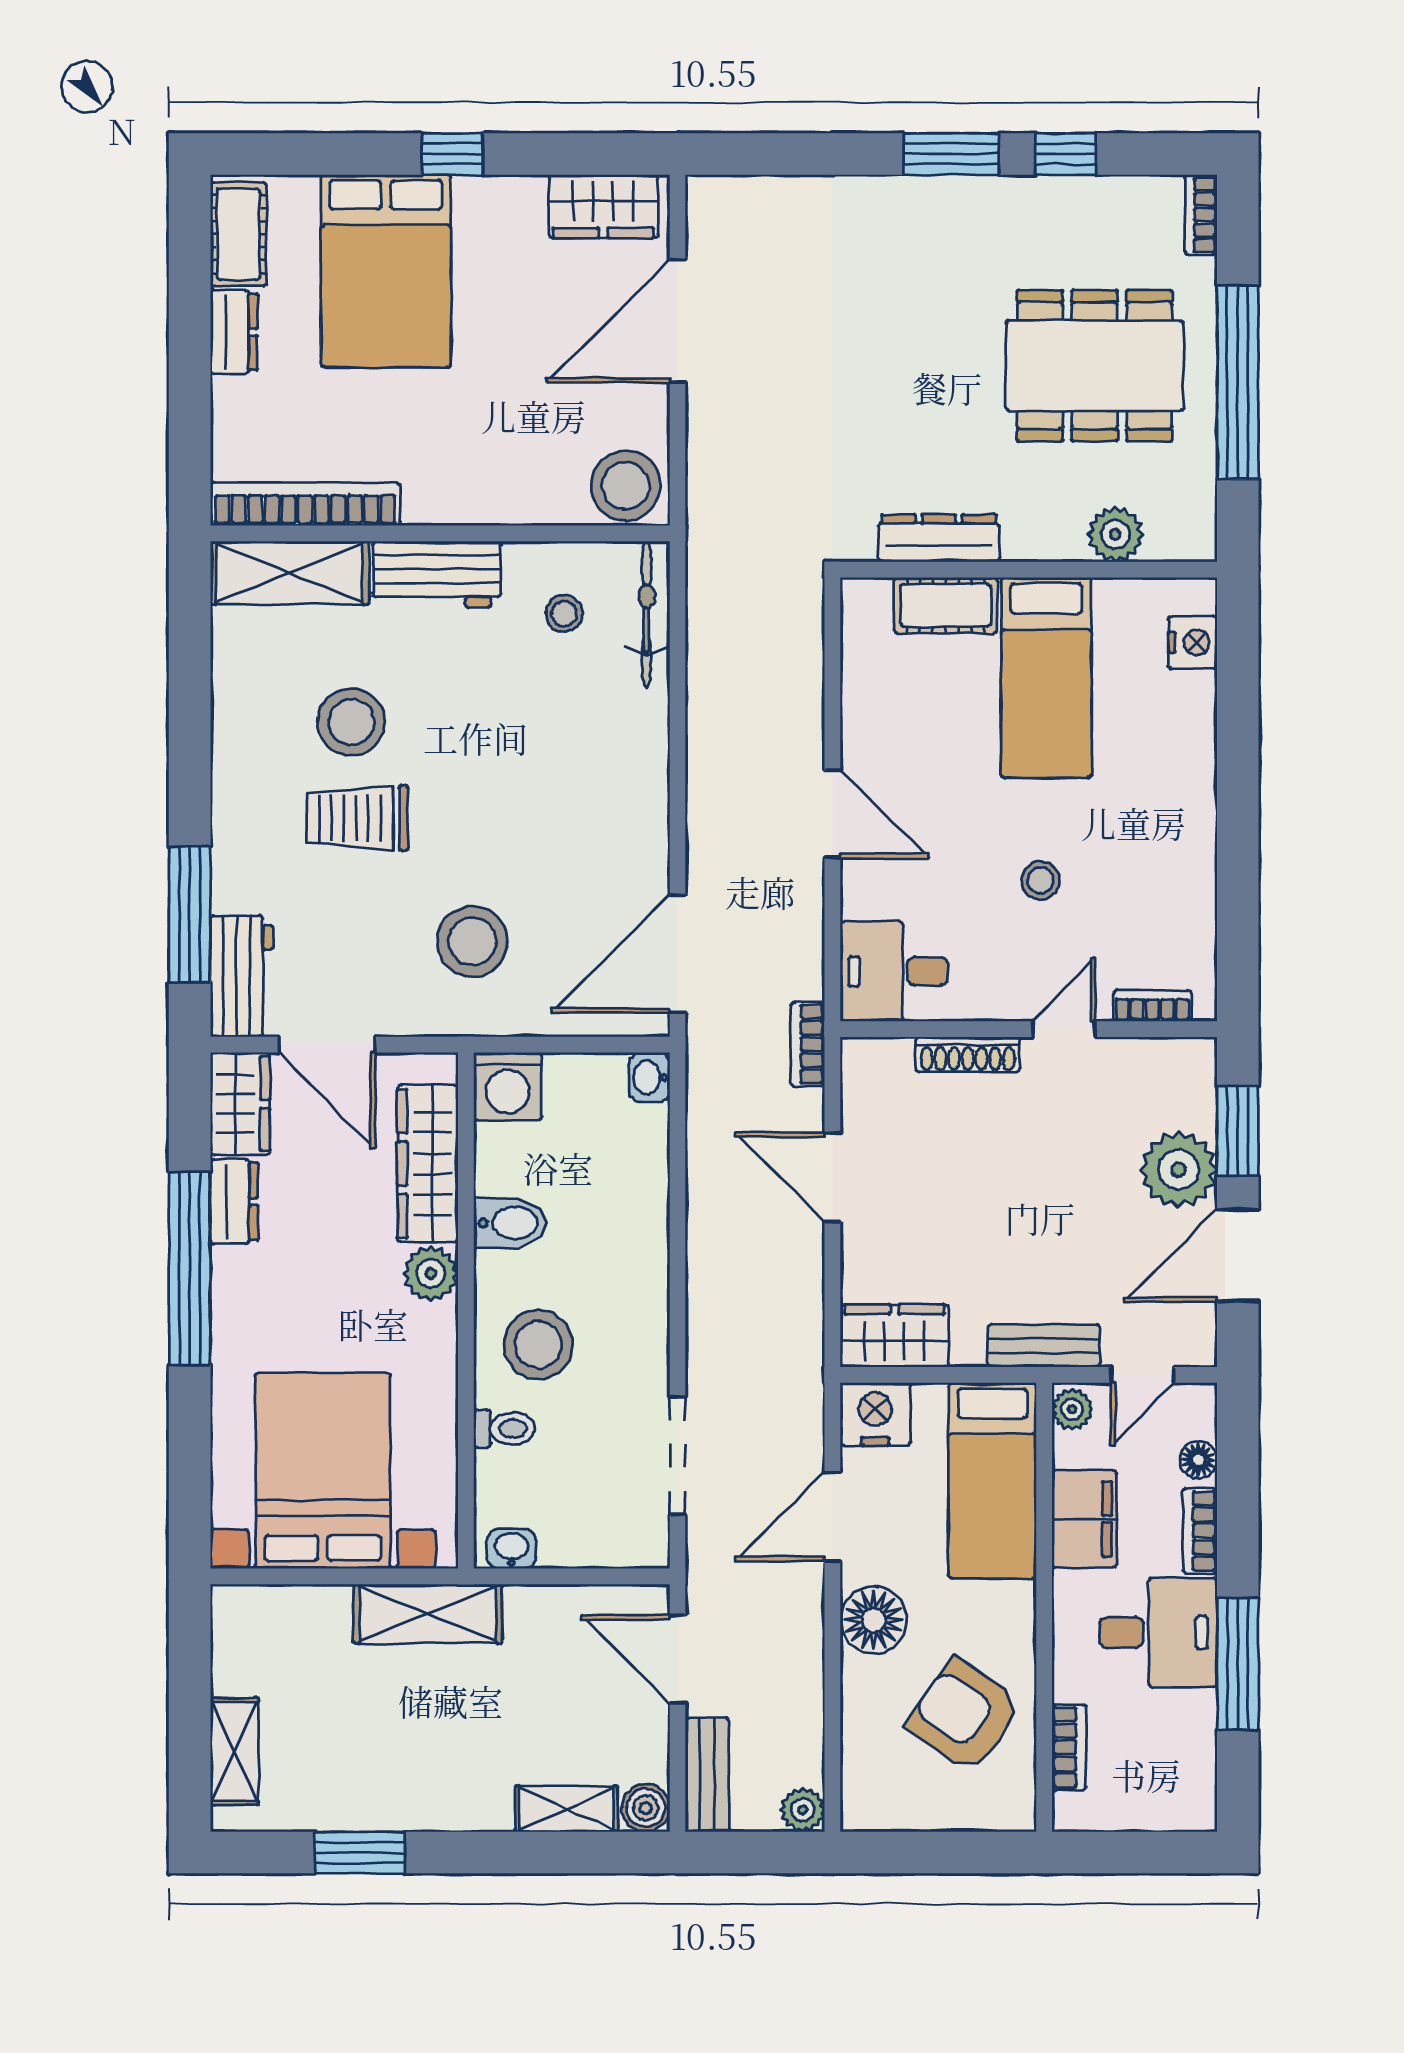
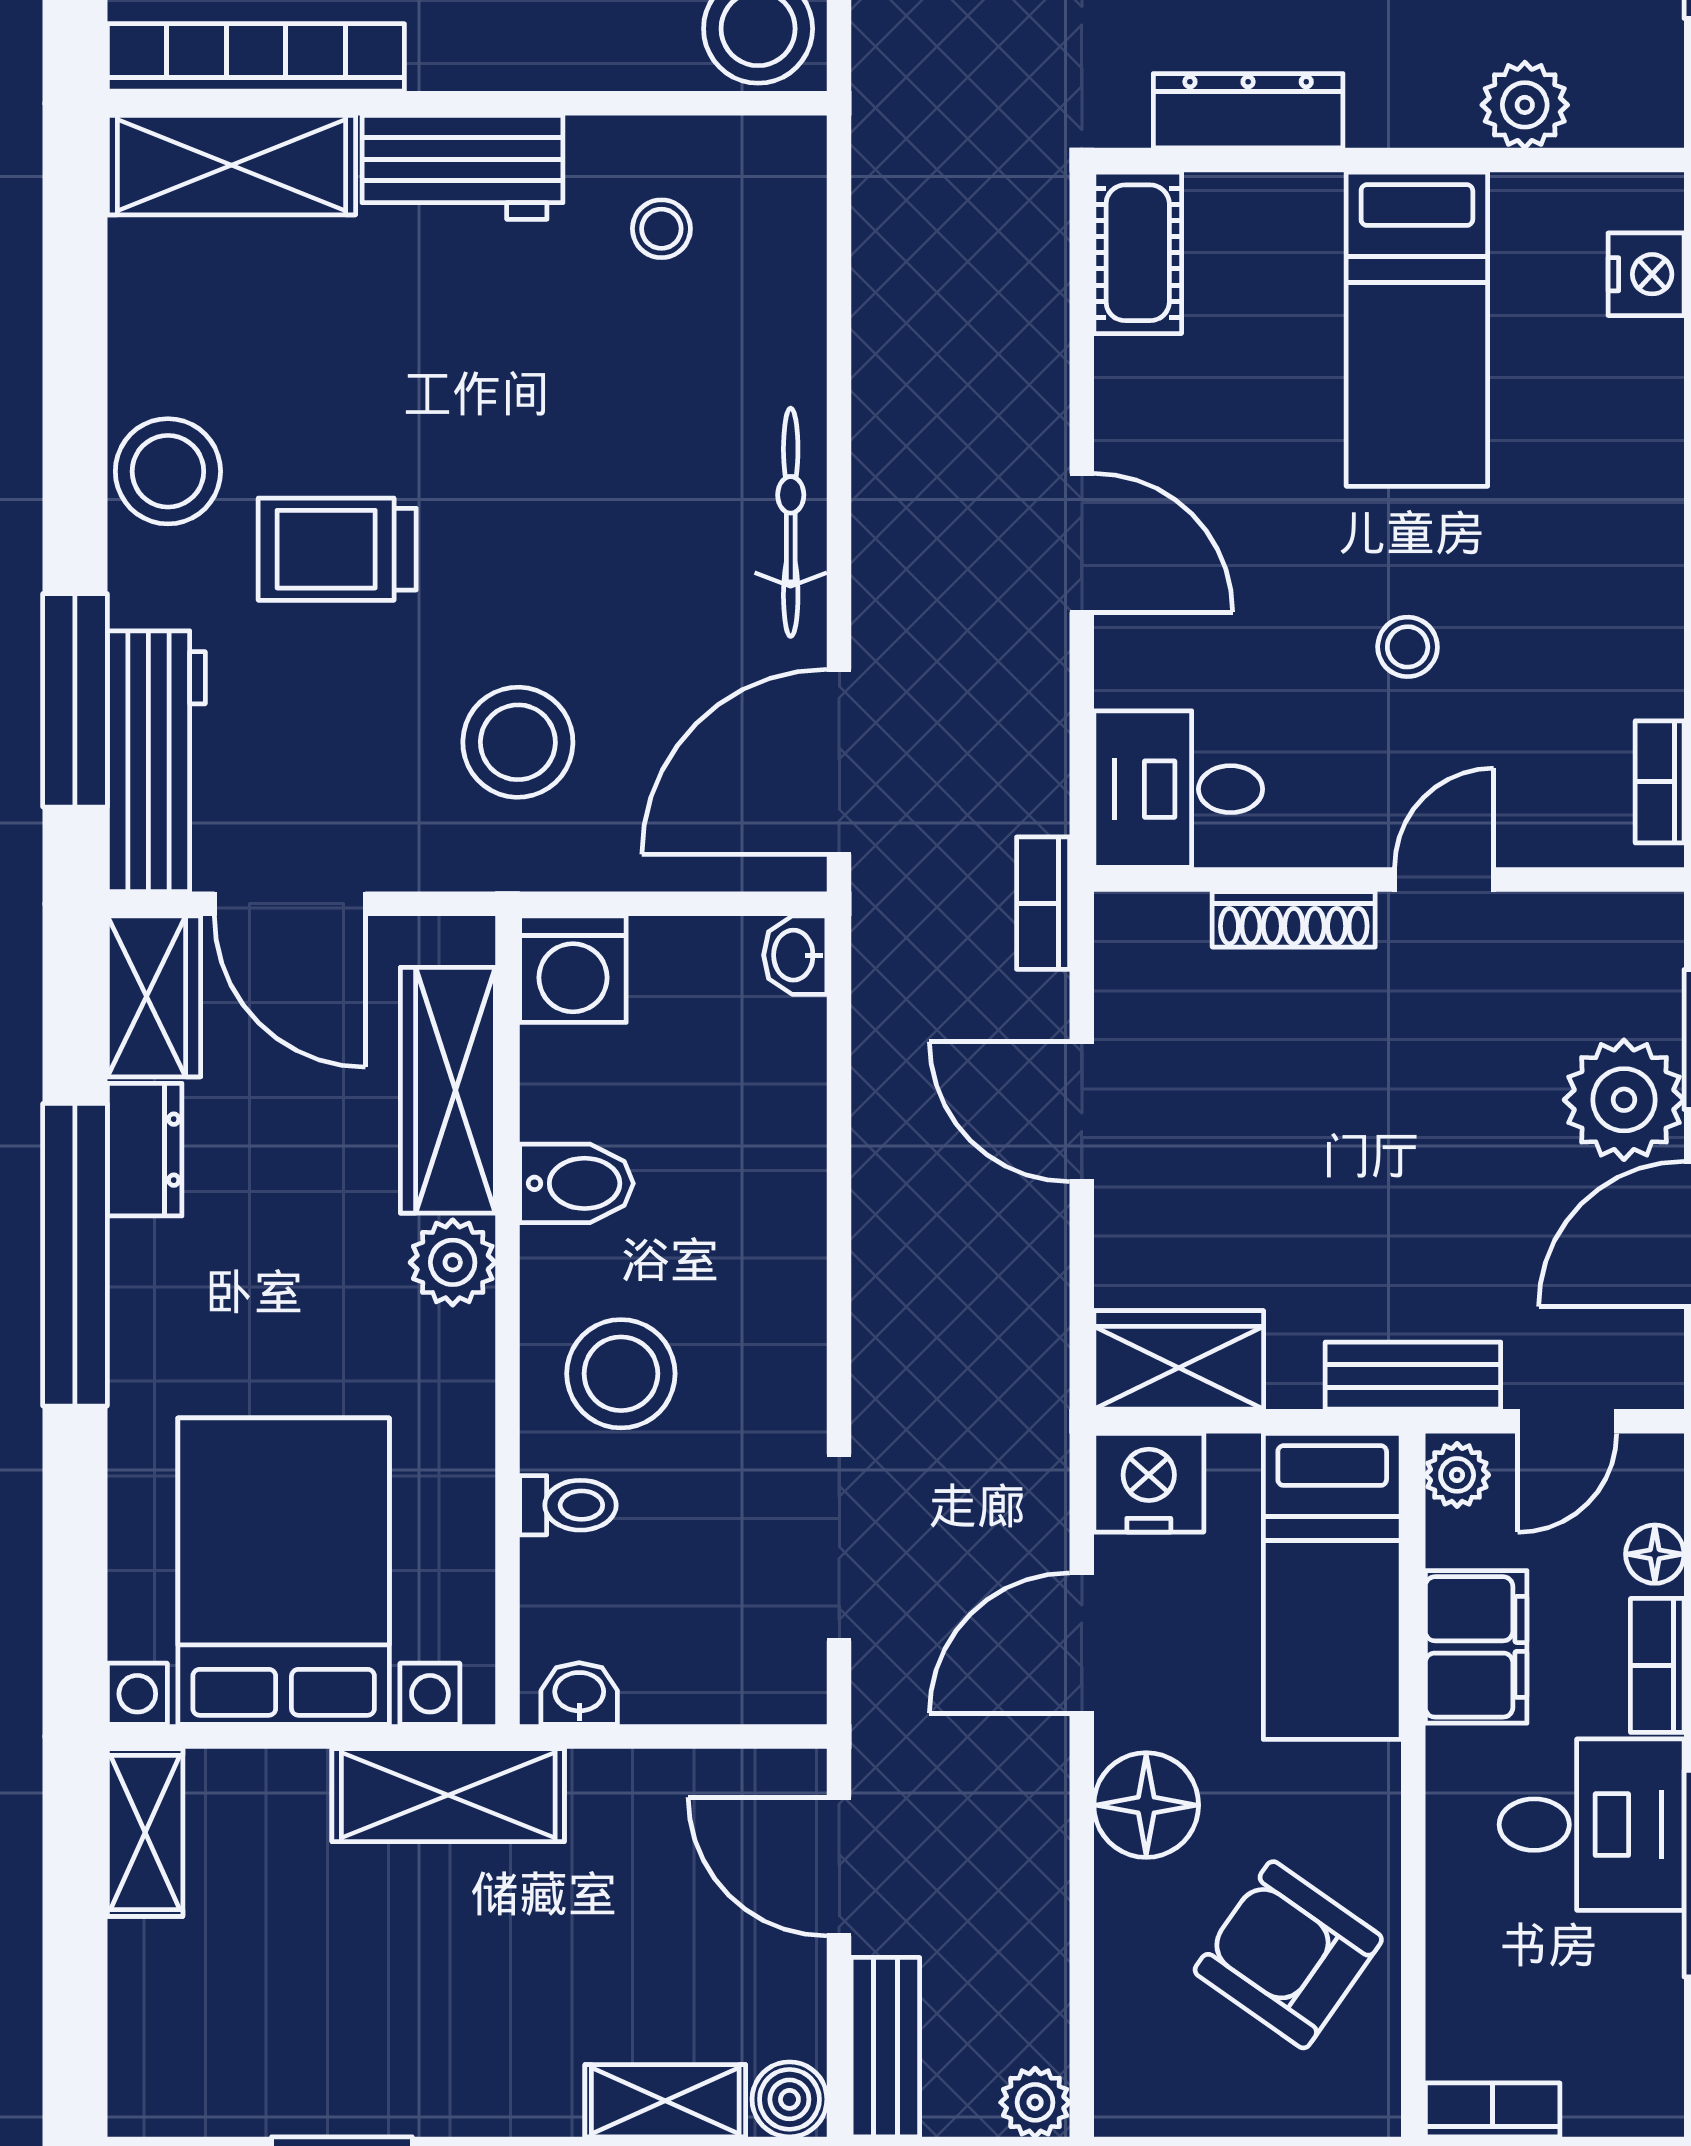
cot: (946, 605) -> (1138, 253), moved, turned 90
bicycle: (647, 614) -> (791, 522), moved
stool: (351, 722) -> (168, 471), moved
workbench: (242, 976) -> (156, 761), width x1.38
bookcase: (1152, 1006) -> (1660, 782), moved, turned -90
bookcase: (1069, 1747) -> (1493, 2110), moved, turned -90
shelving: (234, 1751) -> (145, 1833), moved

